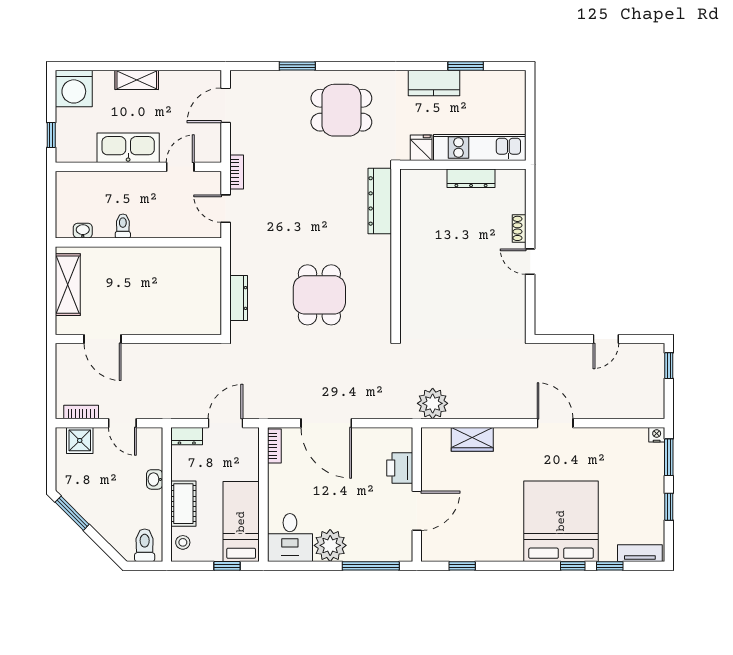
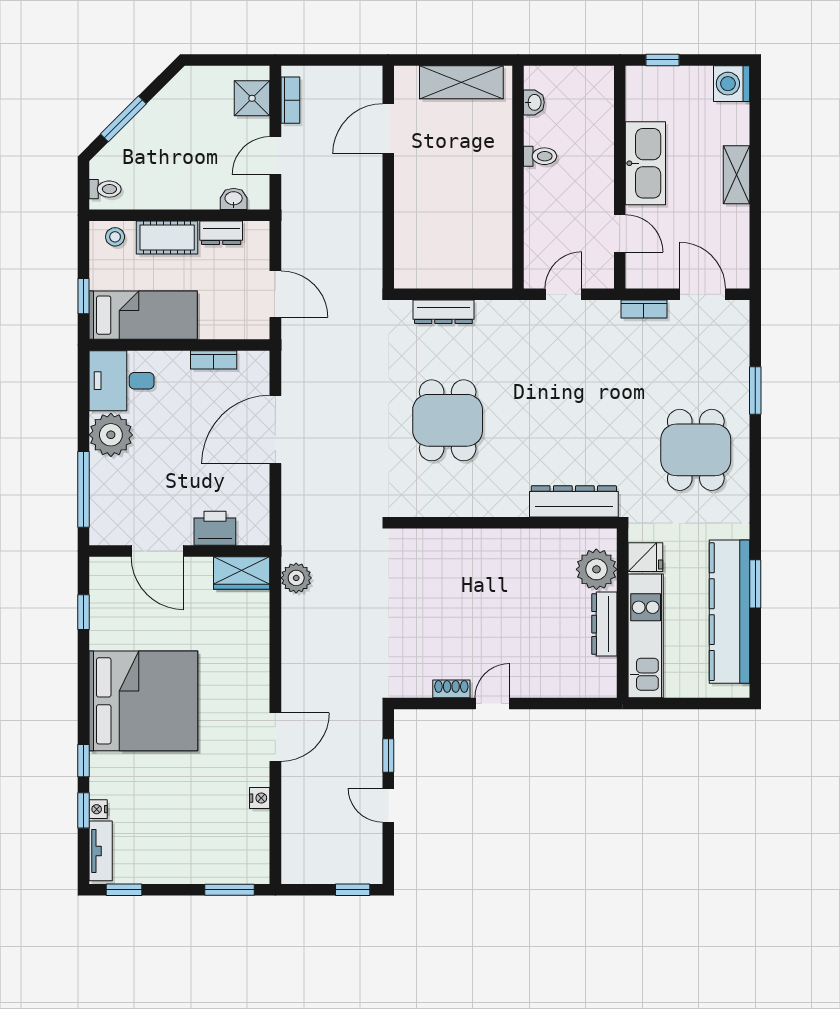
window: (466, 66) -> (755, 584), moved
kitchen counter: (434, 83) -> (729, 612), width x2.08, depth x1.17
washing machine: (74, 89) -> (732, 84), width x0.73, depth x0.73
bookcase: (237, 172) -> (644, 309), moved
plant: (430, 184) -> (596, 569), added
shoe rack: (519, 228) -> (451, 689), moved
dining table: (319, 295) -> (448, 420), turned 90
window: (569, 339) -> (388, 756), added
plant: (433, 403) -> (296, 578), width x0.73, depth x0.73
nightstand: (657, 435) -> (260, 798), moved
dresser: (187, 436) -> (221, 233), moved, turned -90
wardrobe: (472, 439) -> (242, 573), moved, turned -90
bookcase: (274, 446) -> (214, 360), moved
washbasin: (155, 479) -> (234, 199), moved
window: (669, 507) -> (124, 890), moved
window: (72, 513) -> (123, 119), moved
bed: (561, 521) -> (143, 701), moved
toilet: (145, 545) -> (105, 189), width x0.73, depth x0.72
nightstand: (609, 555) -> (98, 809), added

